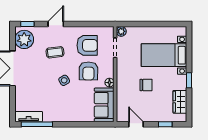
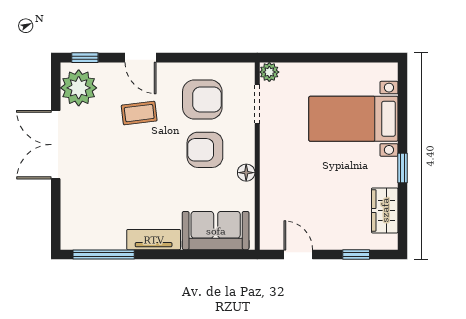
door: (56, 24) -> (141, 58), swing flipped
armchair: (88, 71) -> (205, 150), turned 89
side table: (64, 80) -> (157, 168), removed
chair: (146, 85) -> (318, 177), removed
sofa: (104, 105) -> (216, 231), moved, turned 90
tv unit: (29, 117) -> (154, 240), moved

